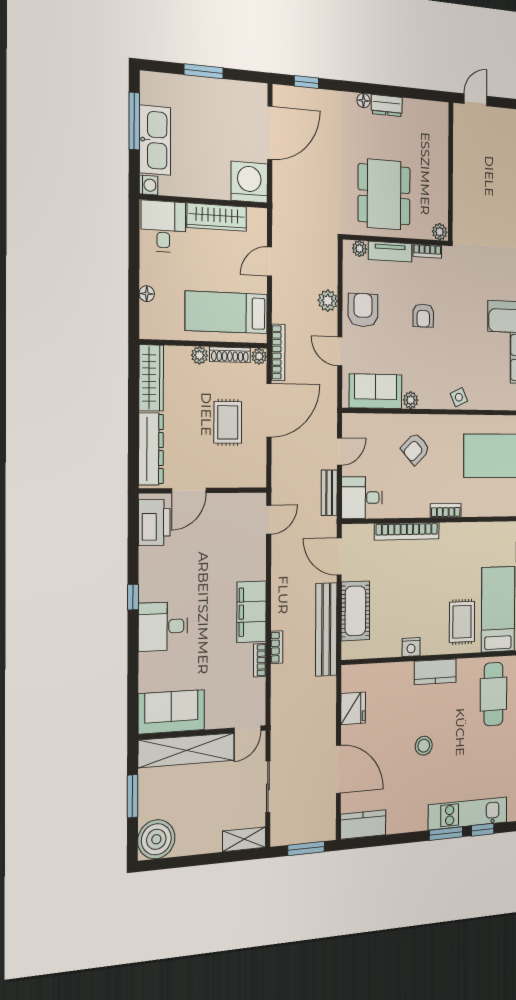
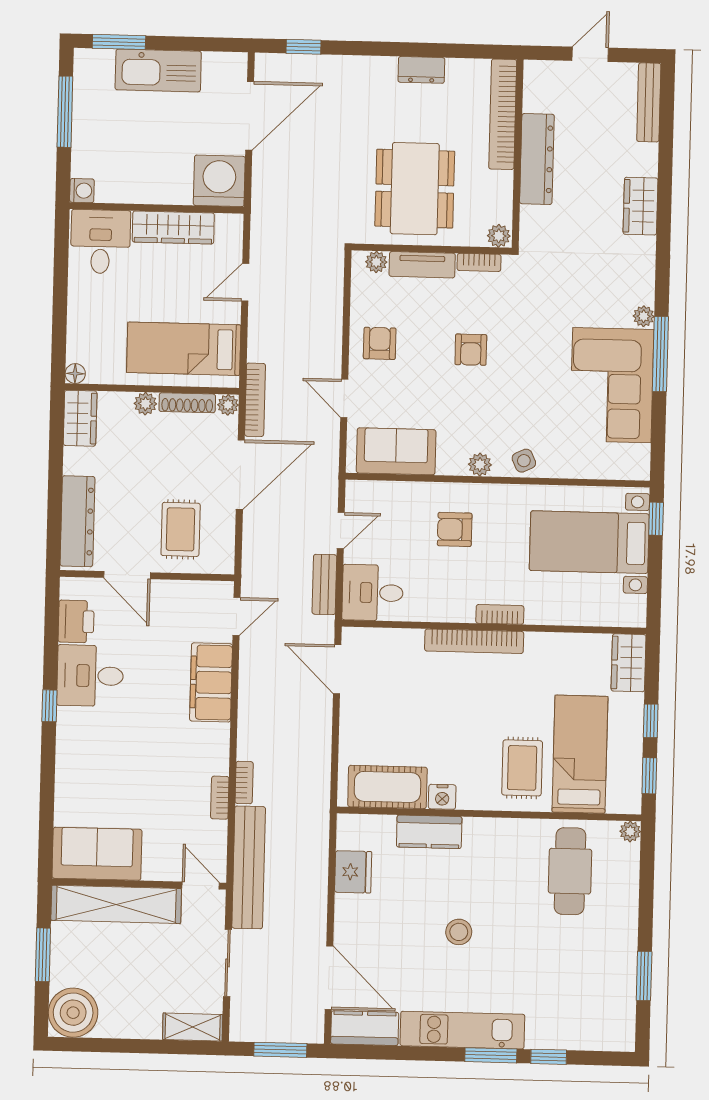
window: (204, 71) -> (119, 42), moved
door: (475, 100) -> (590, 54), moved
floor lamp: (363, 101) -> (387, 66), removed
kitchen sink: (155, 140) -> (158, 70), moved, turned 90
bookcase: (440, 142) -> (503, 114), added
dresser: (463, 176) -> (537, 159), added
floor lamp: (147, 294) -> (75, 374), moved
plant: (328, 301) -> (328, 332), removed
armchair: (363, 310) -> (380, 343), width x0.72, depth x0.72
wardrobe: (151, 378) -> (80, 418), width x0.67
plant: (411, 400) -> (480, 465), moved
rug: (228, 422) -> (181, 529), moved
armchair: (415, 449) -> (455, 529), turned 43
door: (189, 491) -> (127, 575), hinge flipped
printer: (154, 523) -> (76, 621), width x0.73, depth x0.84
bookcase: (407, 531) -> (474, 641), moved
cot: (355, 611) -> (387, 787), moved, turned 90
filing cabinet: (252, 612) -> (211, 682), moved
desk: (163, 626) -> (90, 676), moved
bench: (326, 629) -> (249, 867), moved
kitchen counter: (435, 672) -> (429, 832), moved
door: (248, 729) -> (201, 886), swing flipped
door: (338, 769) -> (329, 978), moved
kitchen unit: (468, 813) -> (462, 1030), moved

